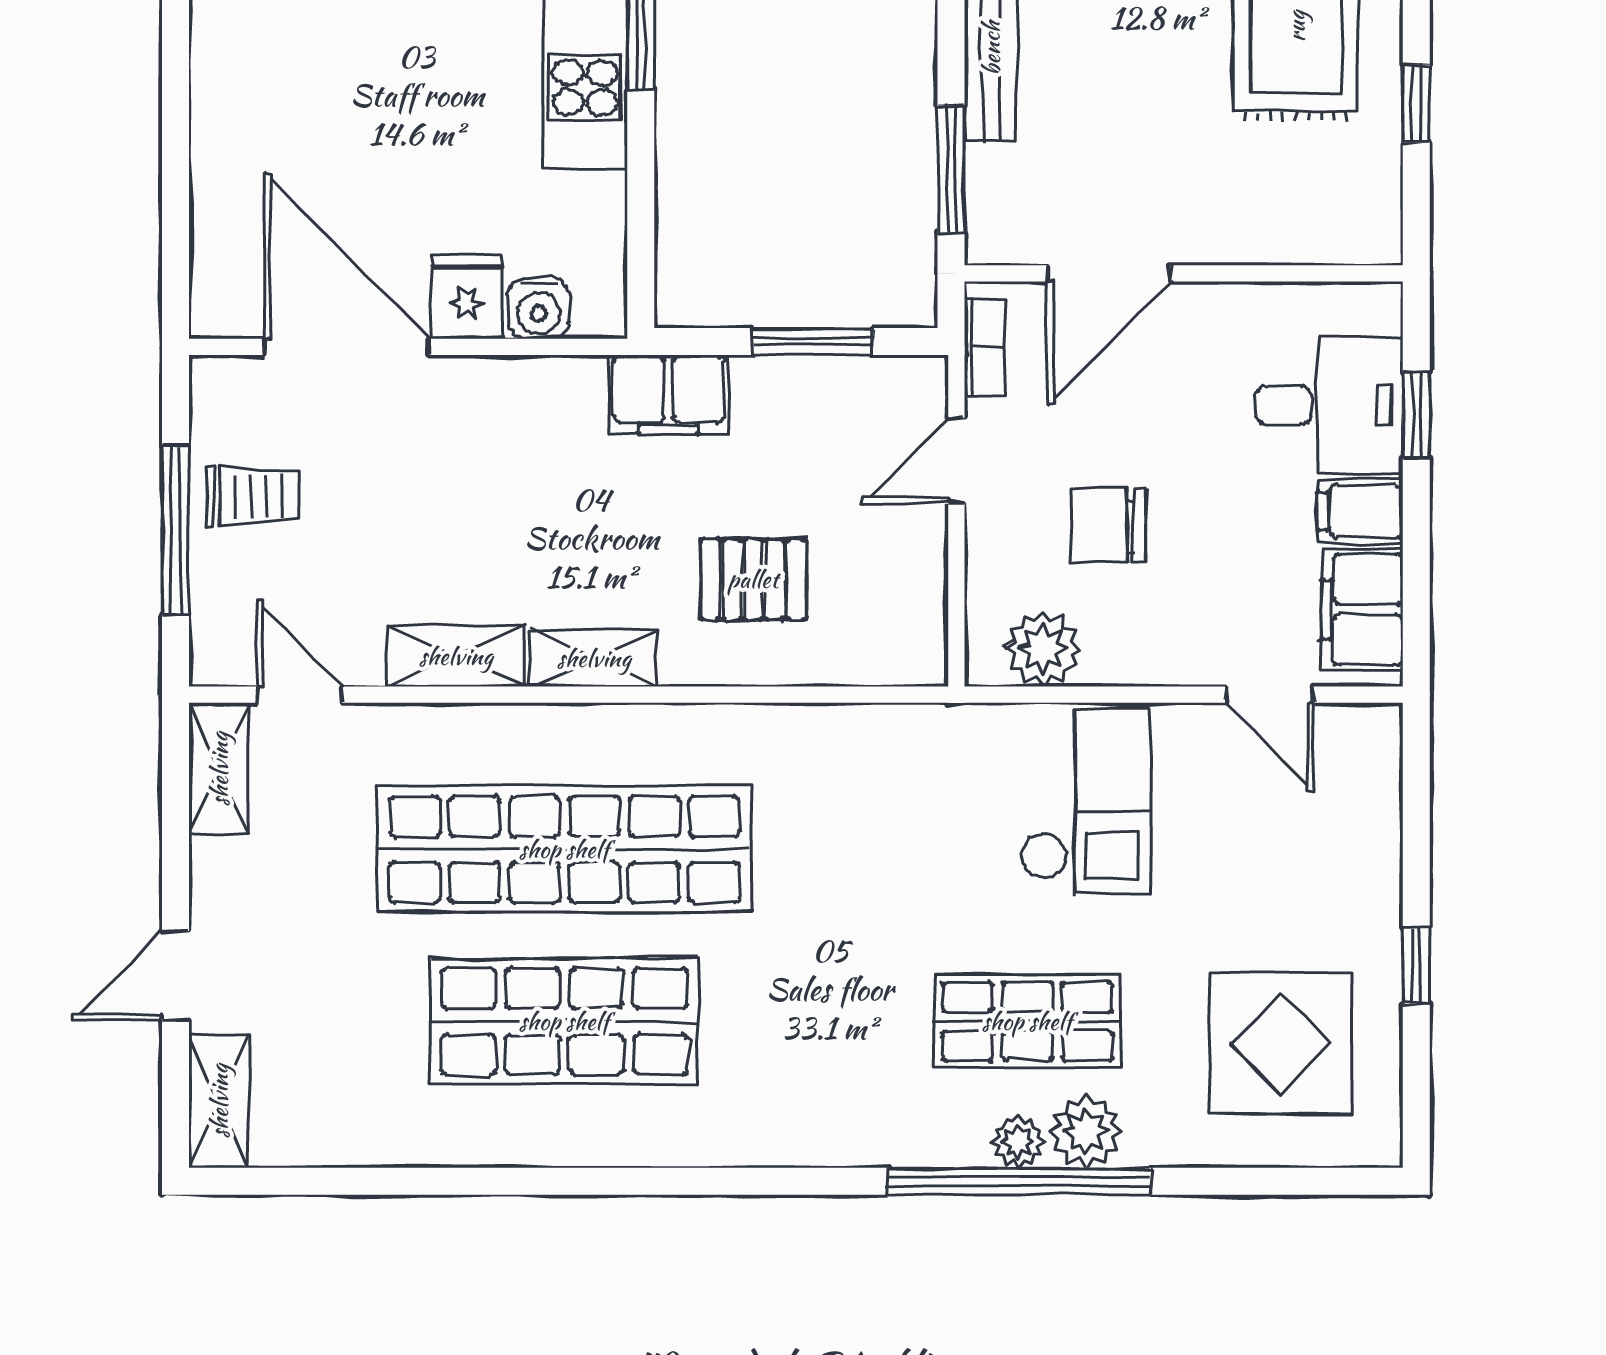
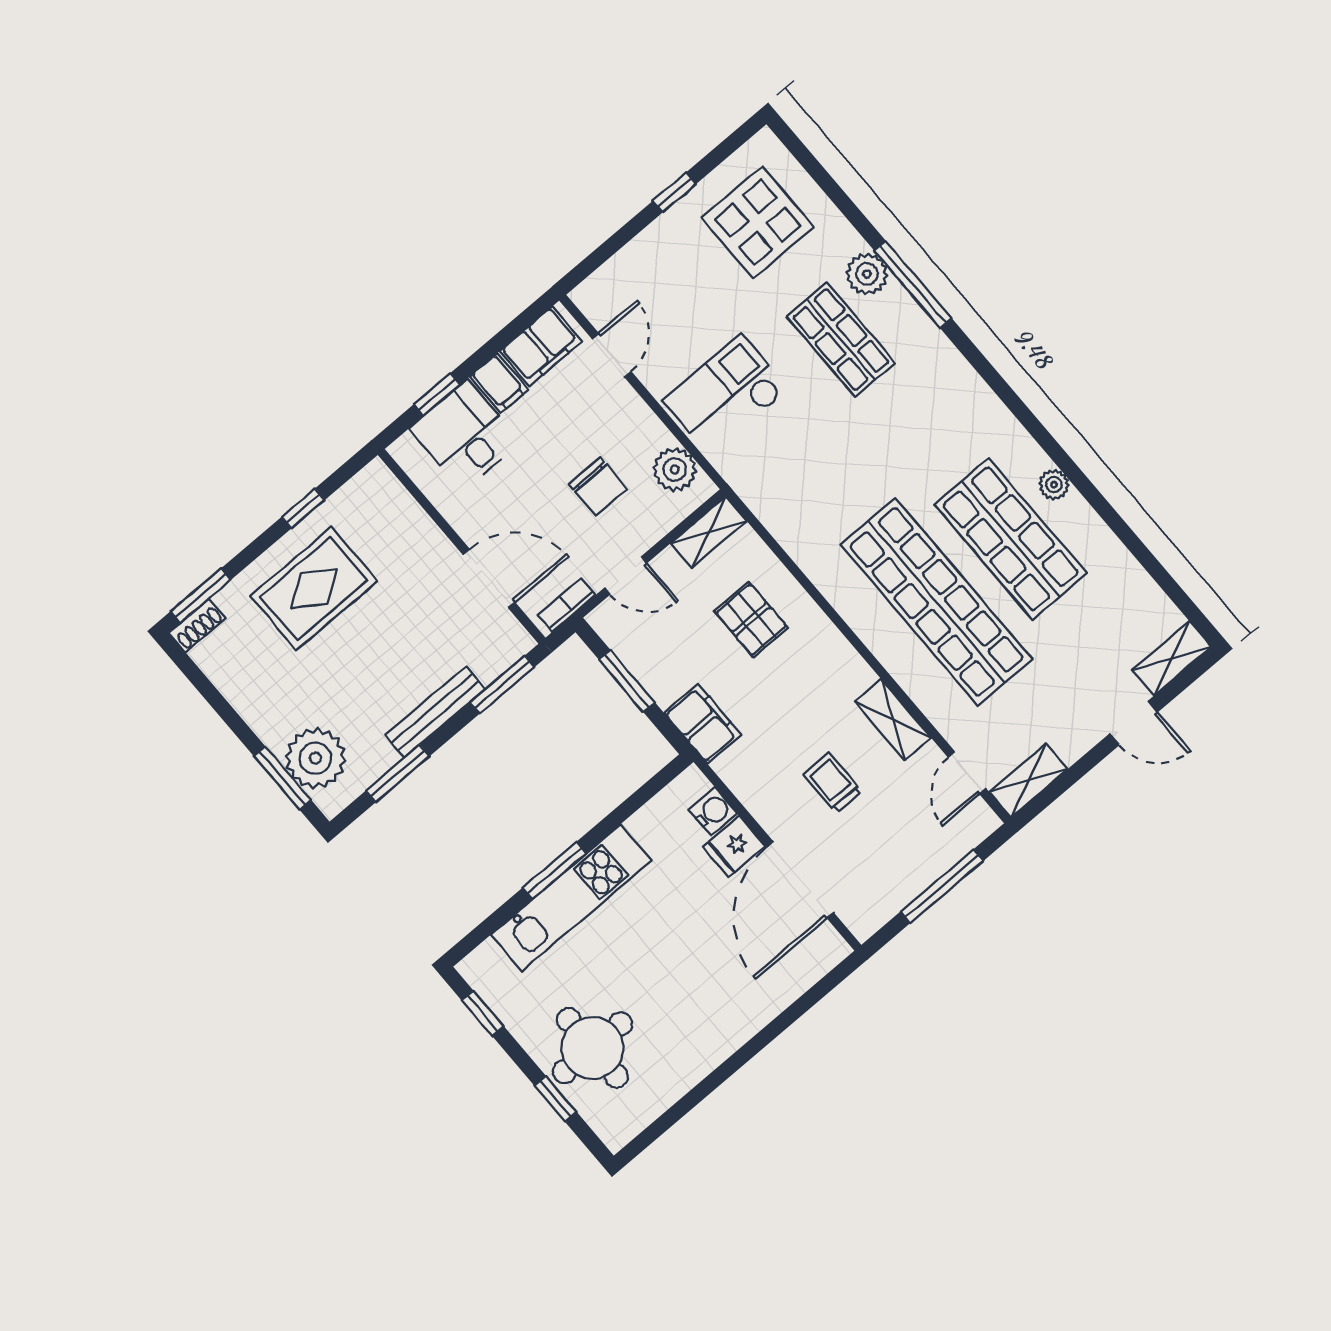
trolley: (253, 496) -> (833, 783), moved
shelving: (594, 658) -> (709, 532), moved, turned 90
plant: (1018, 1142) -> (1054, 485), moved
window: (1019, 1181) -> (913, 284), width x0.68

